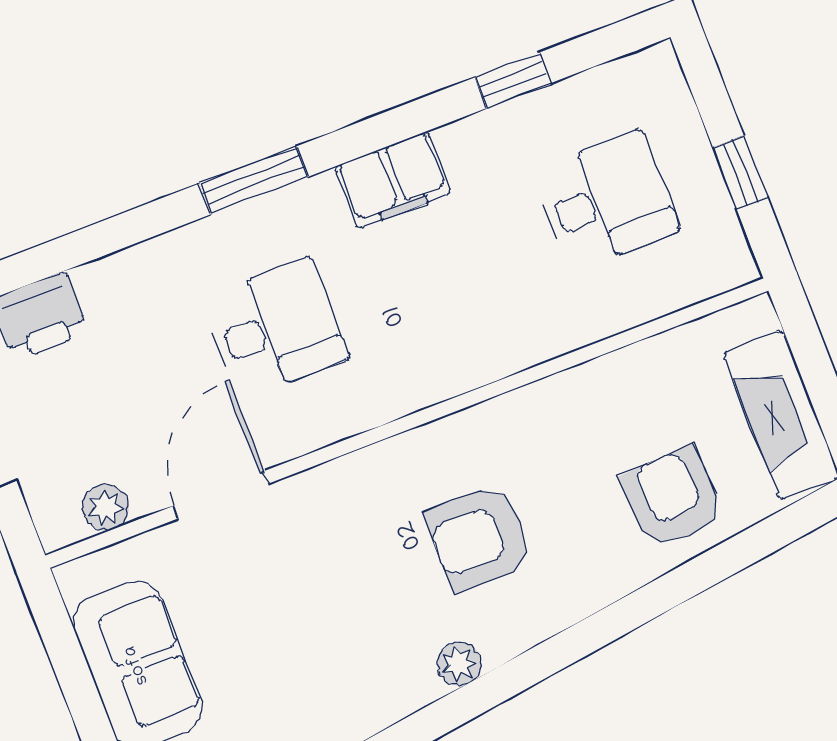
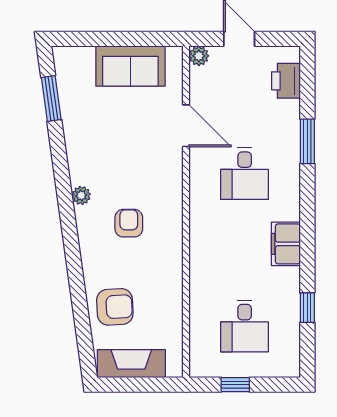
window: (253, 180) -> (307, 141), moved
plant: (106, 508) -> (199, 56), moved
armchair: (479, 538) -> (129, 223), width x0.72, depth x0.72

